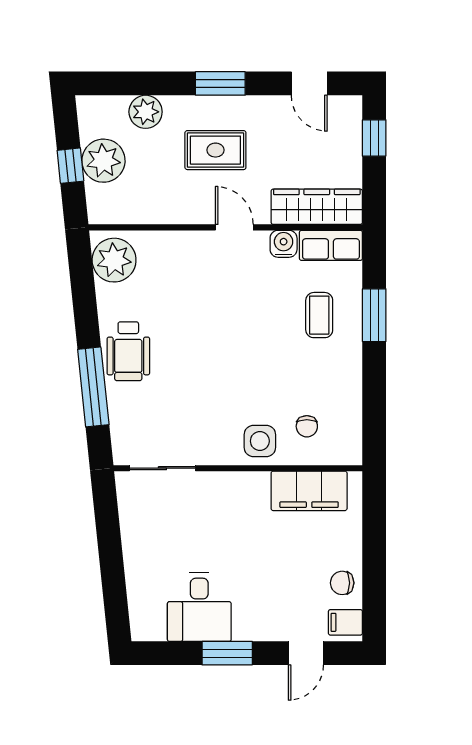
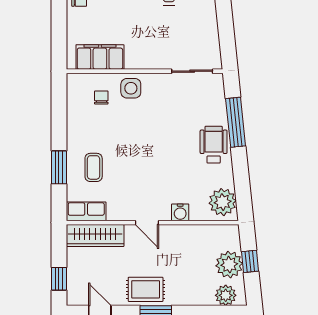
plant: (146, 112) -> (226, 295), moved
rug: (215, 150) -> (146, 289), moved
water cooler: (284, 244) -> (180, 212), moved

